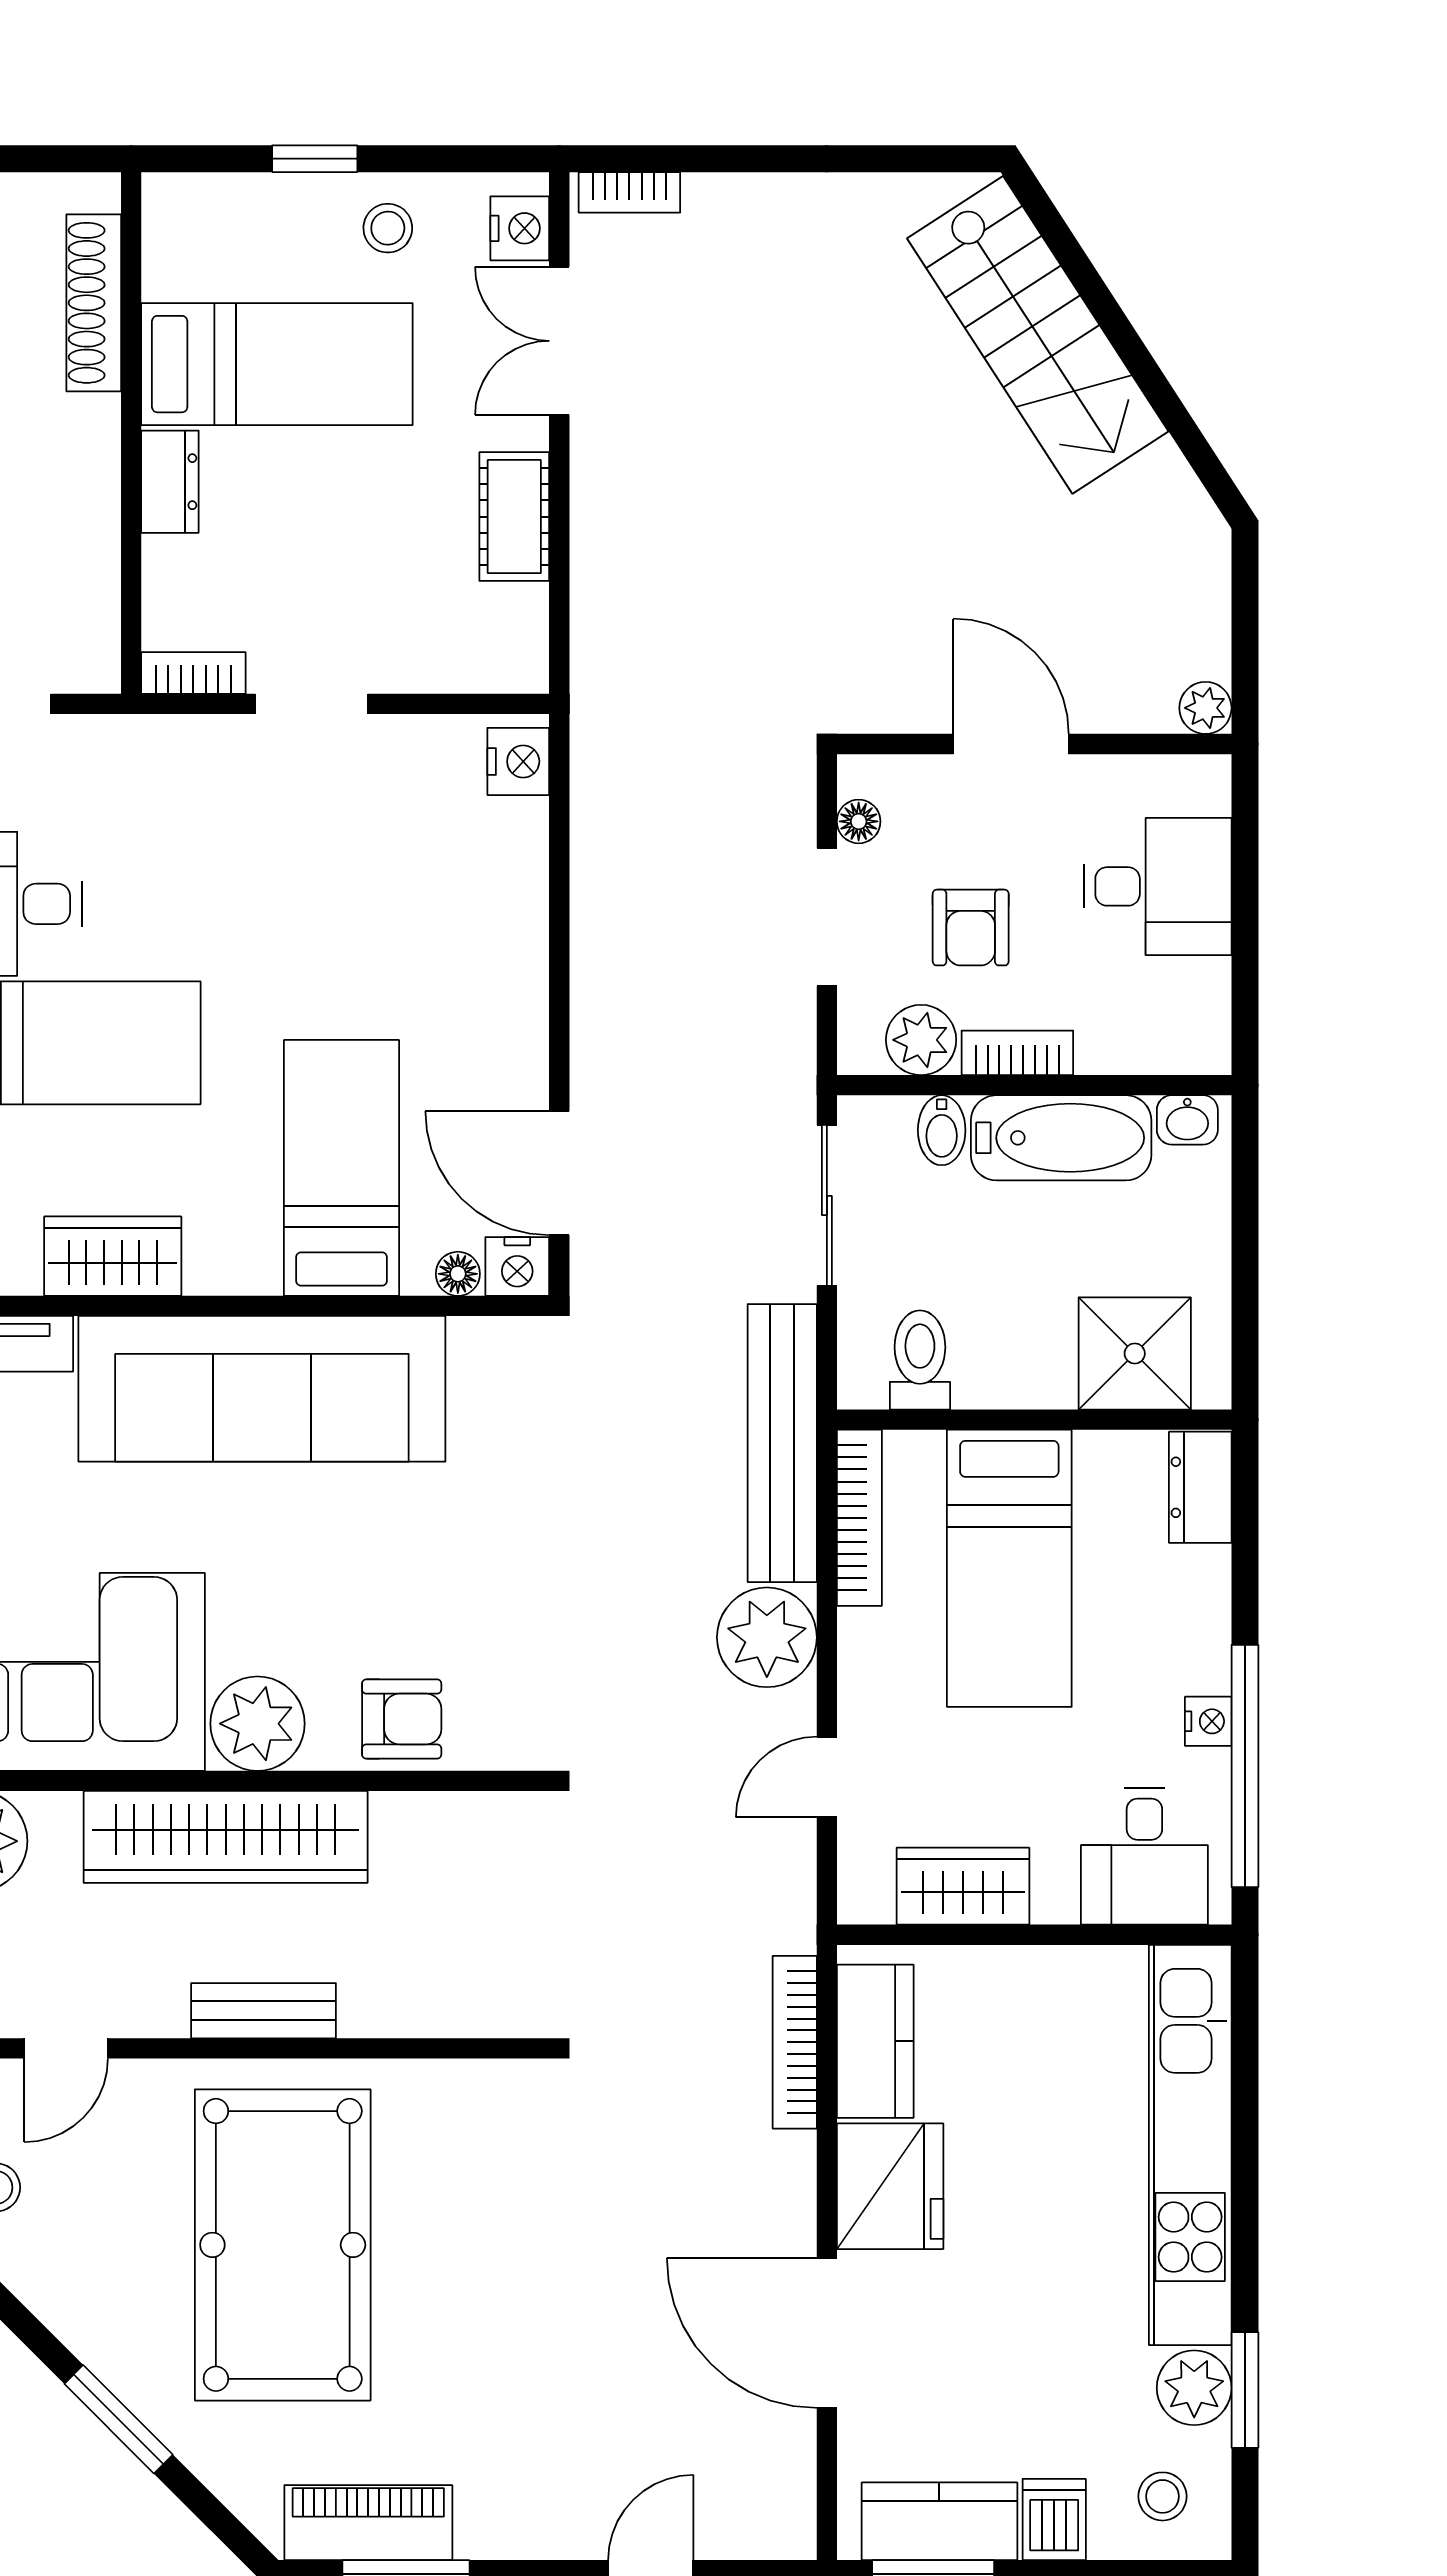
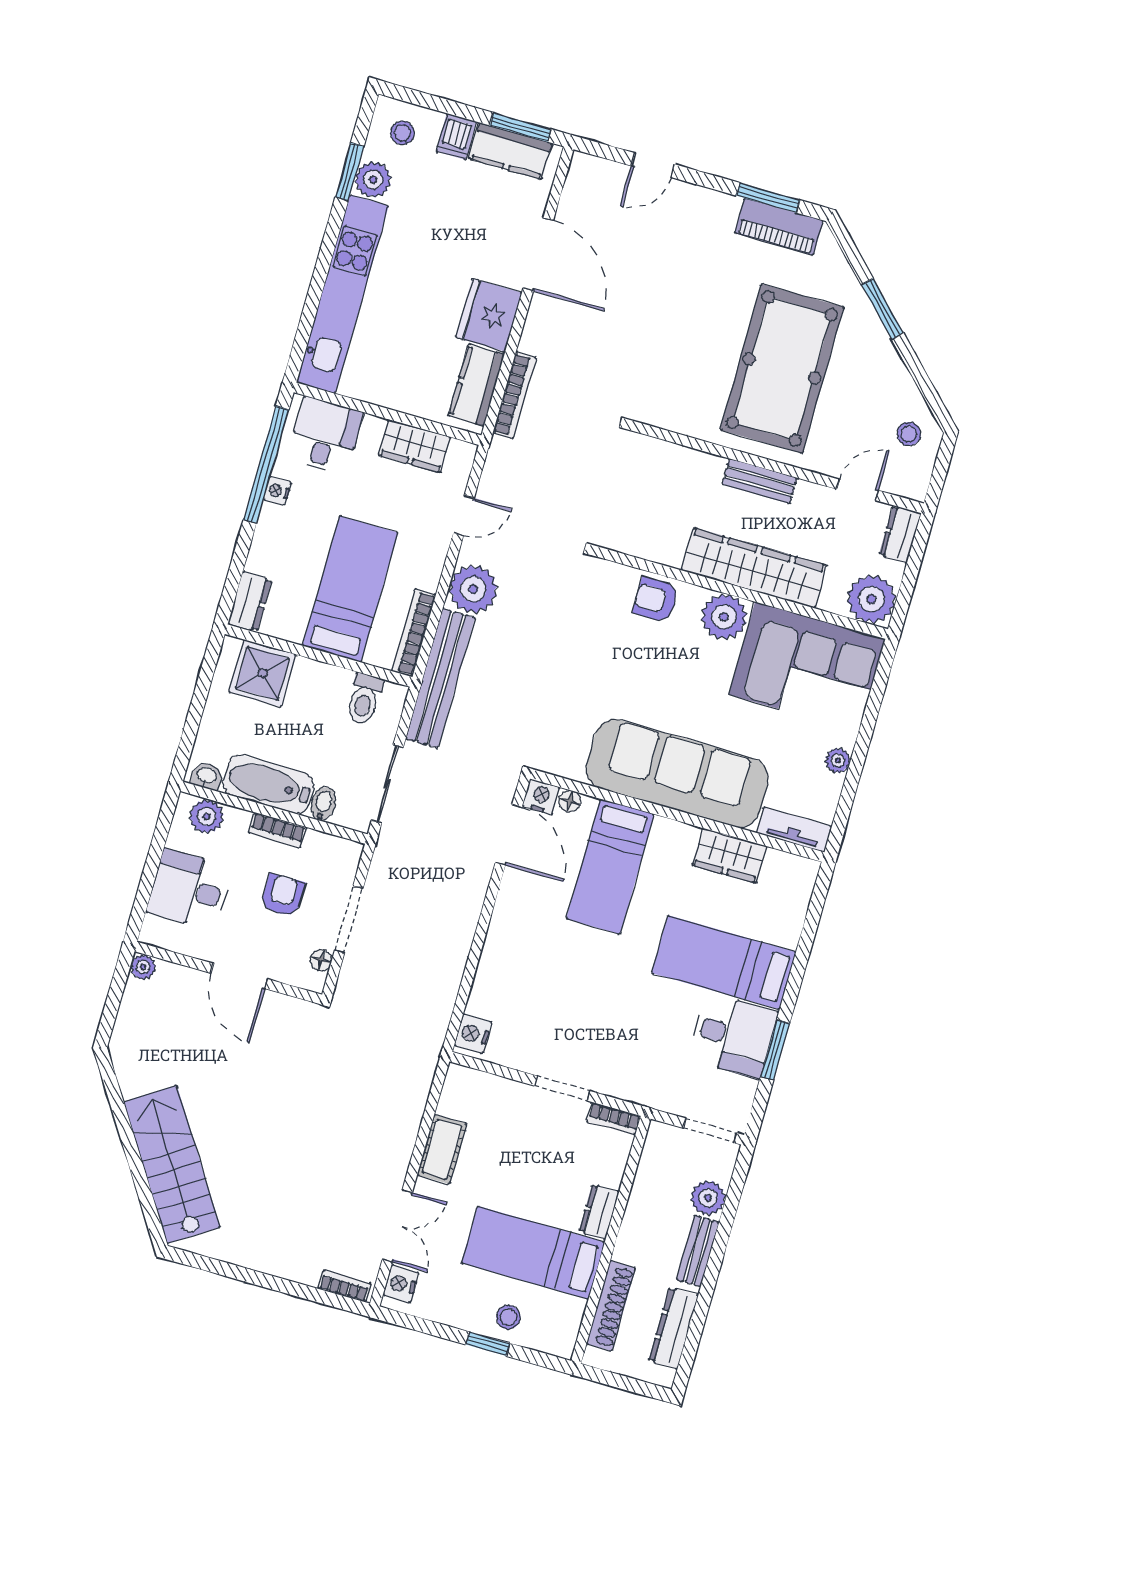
stool: (388, 228) -> (508, 1317), moved
plant: (921, 1040) -> (206, 816), moved

